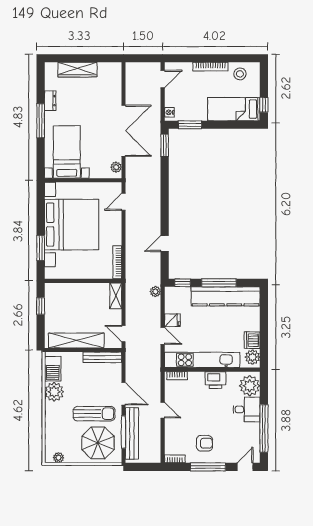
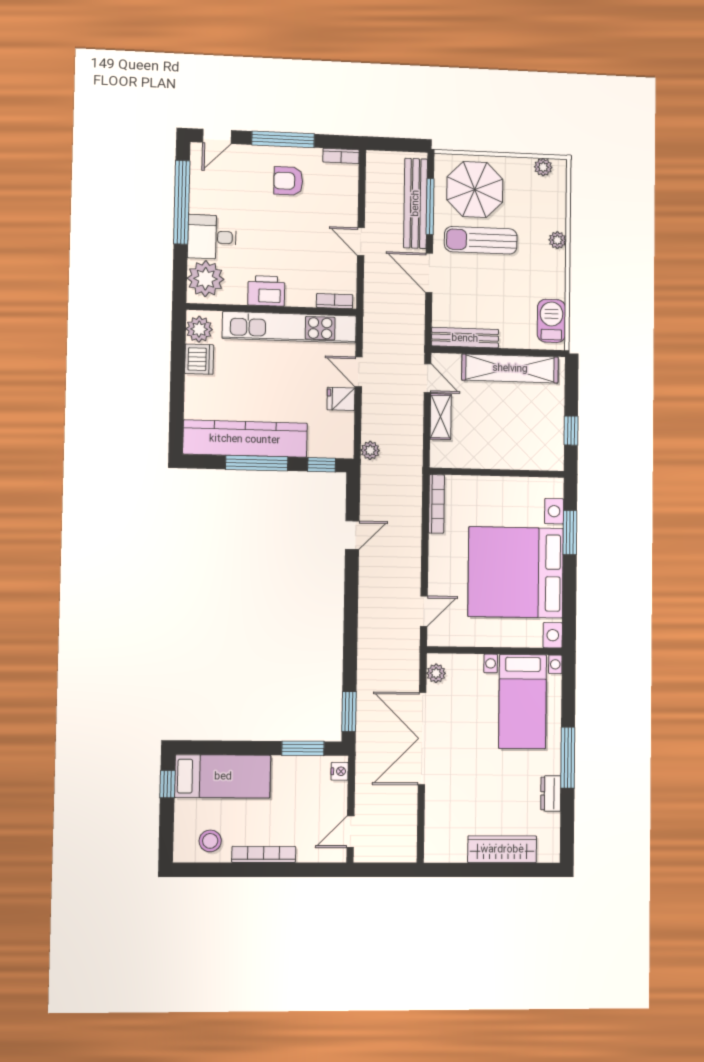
shelving: (116, 296) -> (441, 417), moved
plant: (54, 392) -> (557, 240), moved, width x0.53, depth x0.53

